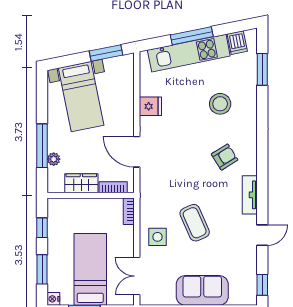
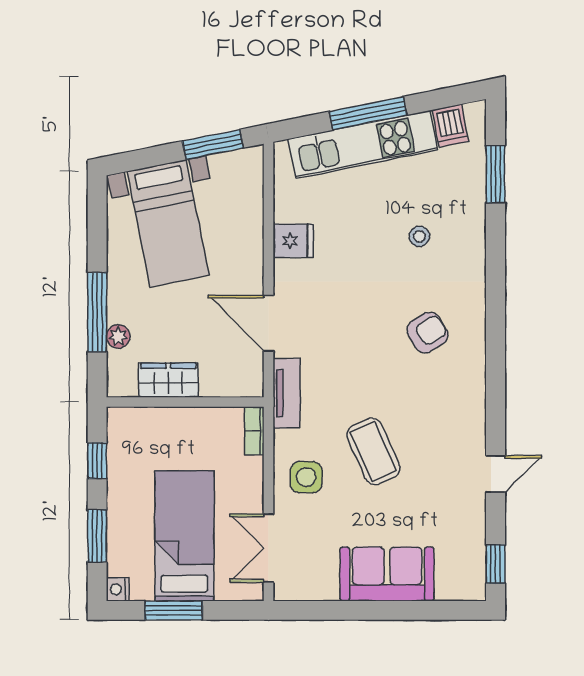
stool: (220, 104) -> (419, 236), width x0.53, depth x0.53
bookcase: (113, 187) -> (226, 387), removed
tv unit: (250, 195) -> (287, 393), moved, turned 180

